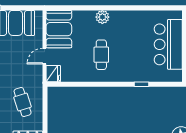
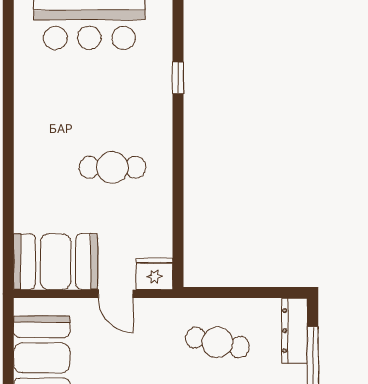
plant: (102, 17) -> (29, 165), removed
cafe table: (23, 102) -> (217, 342), turned 30

